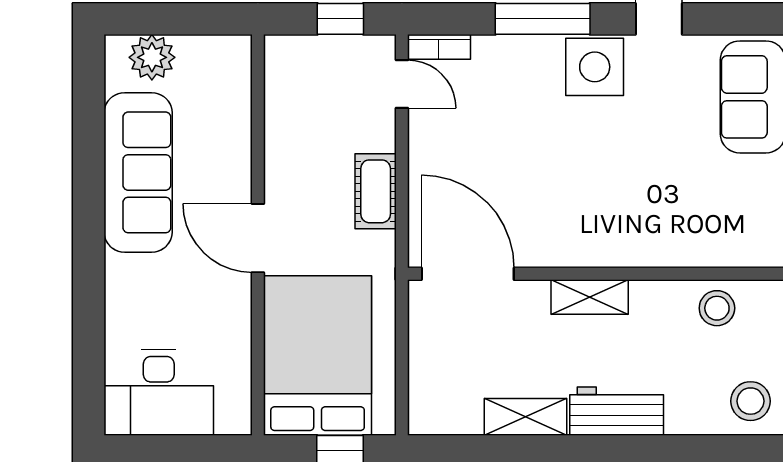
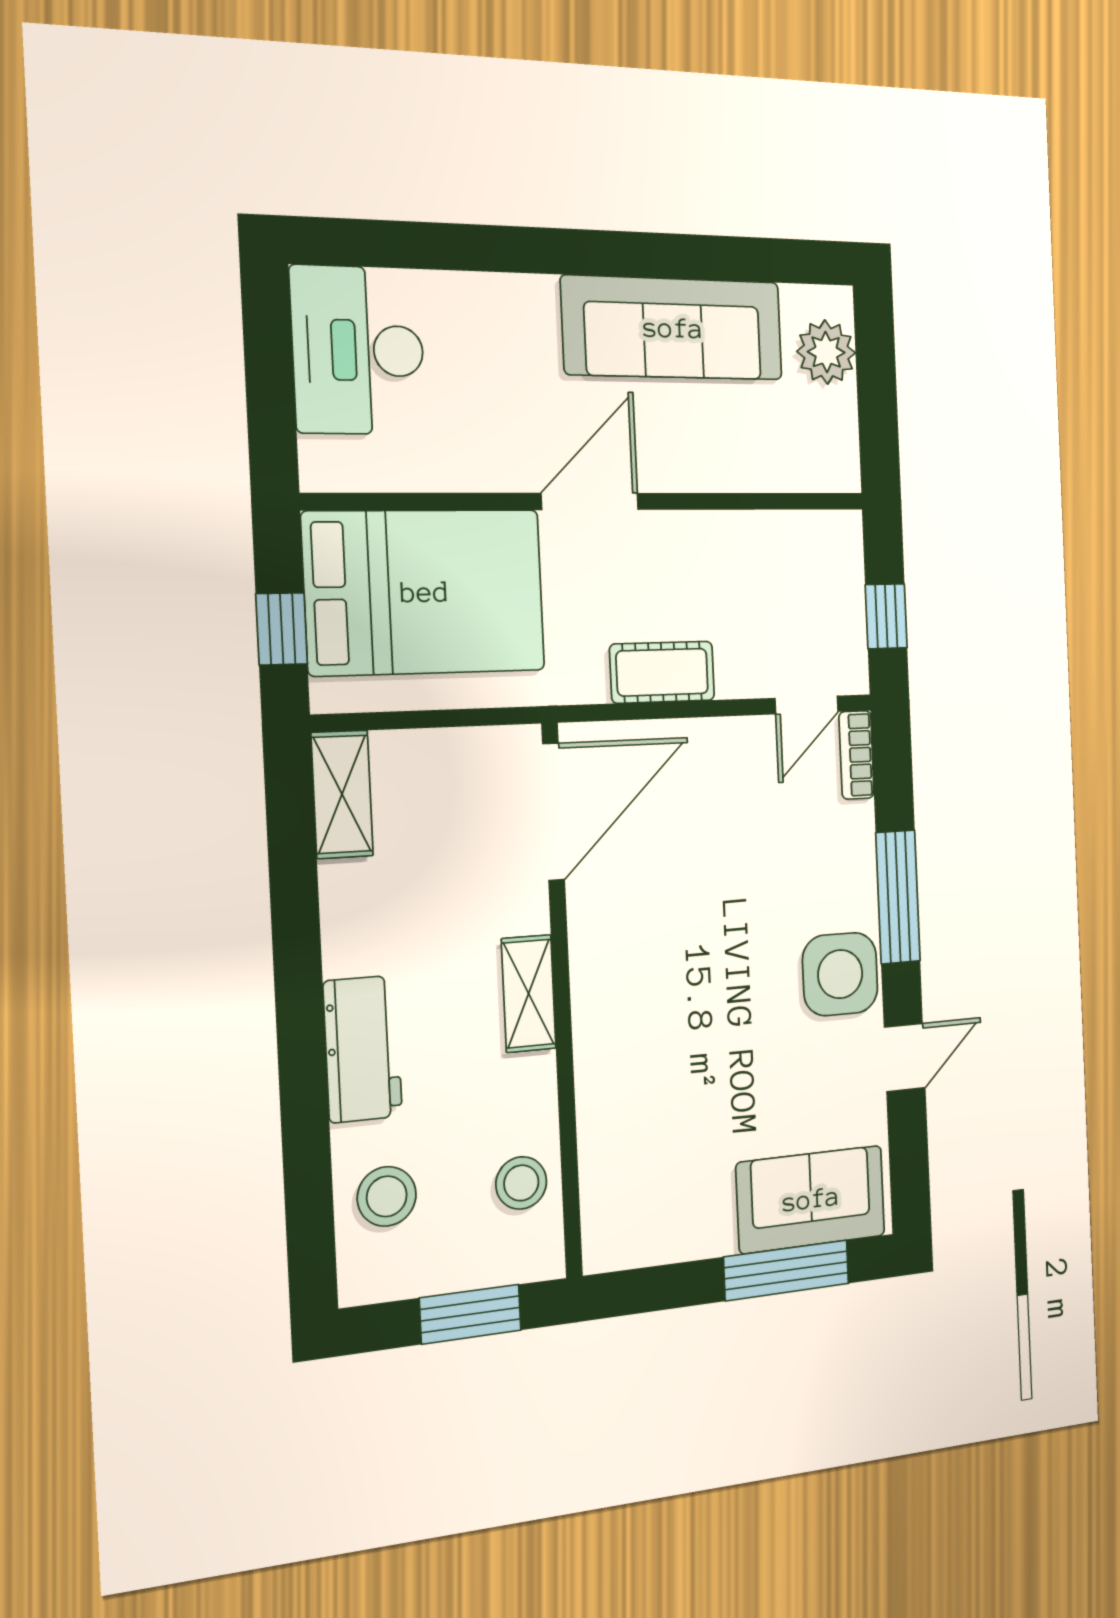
stool: (750, 401) -> (387, 1196), moved
shelving: (526, 417) -> (342, 794), moved

